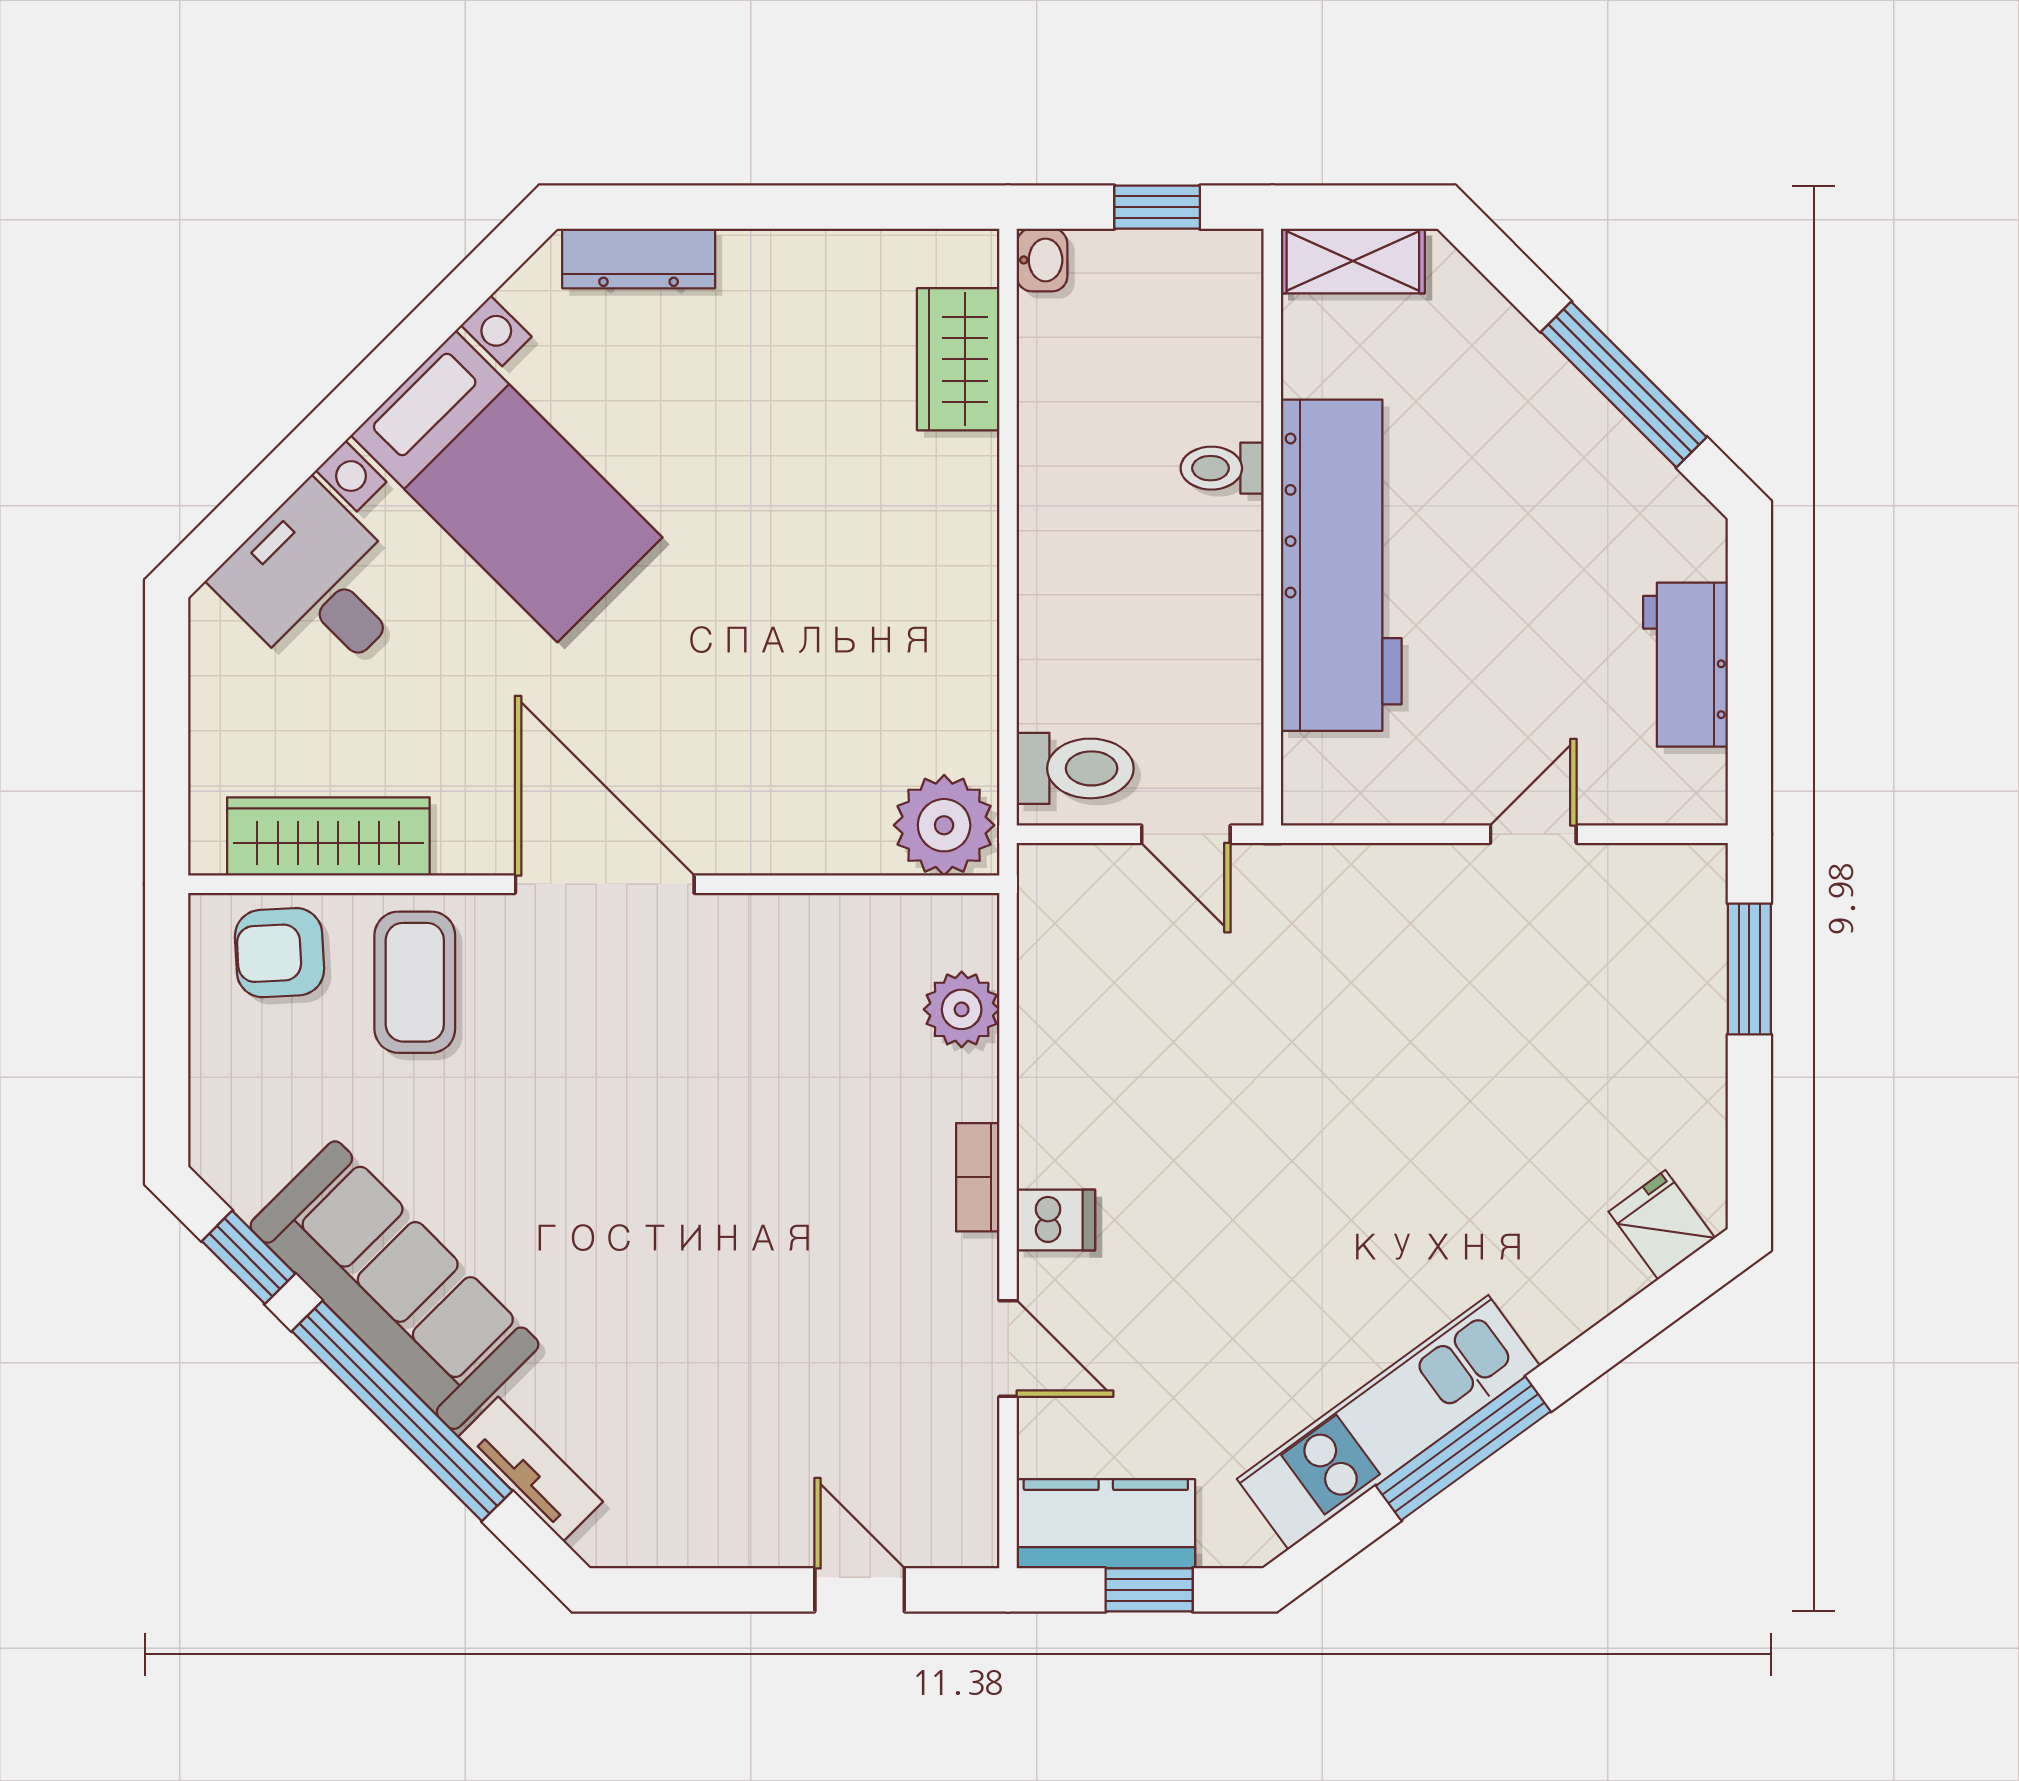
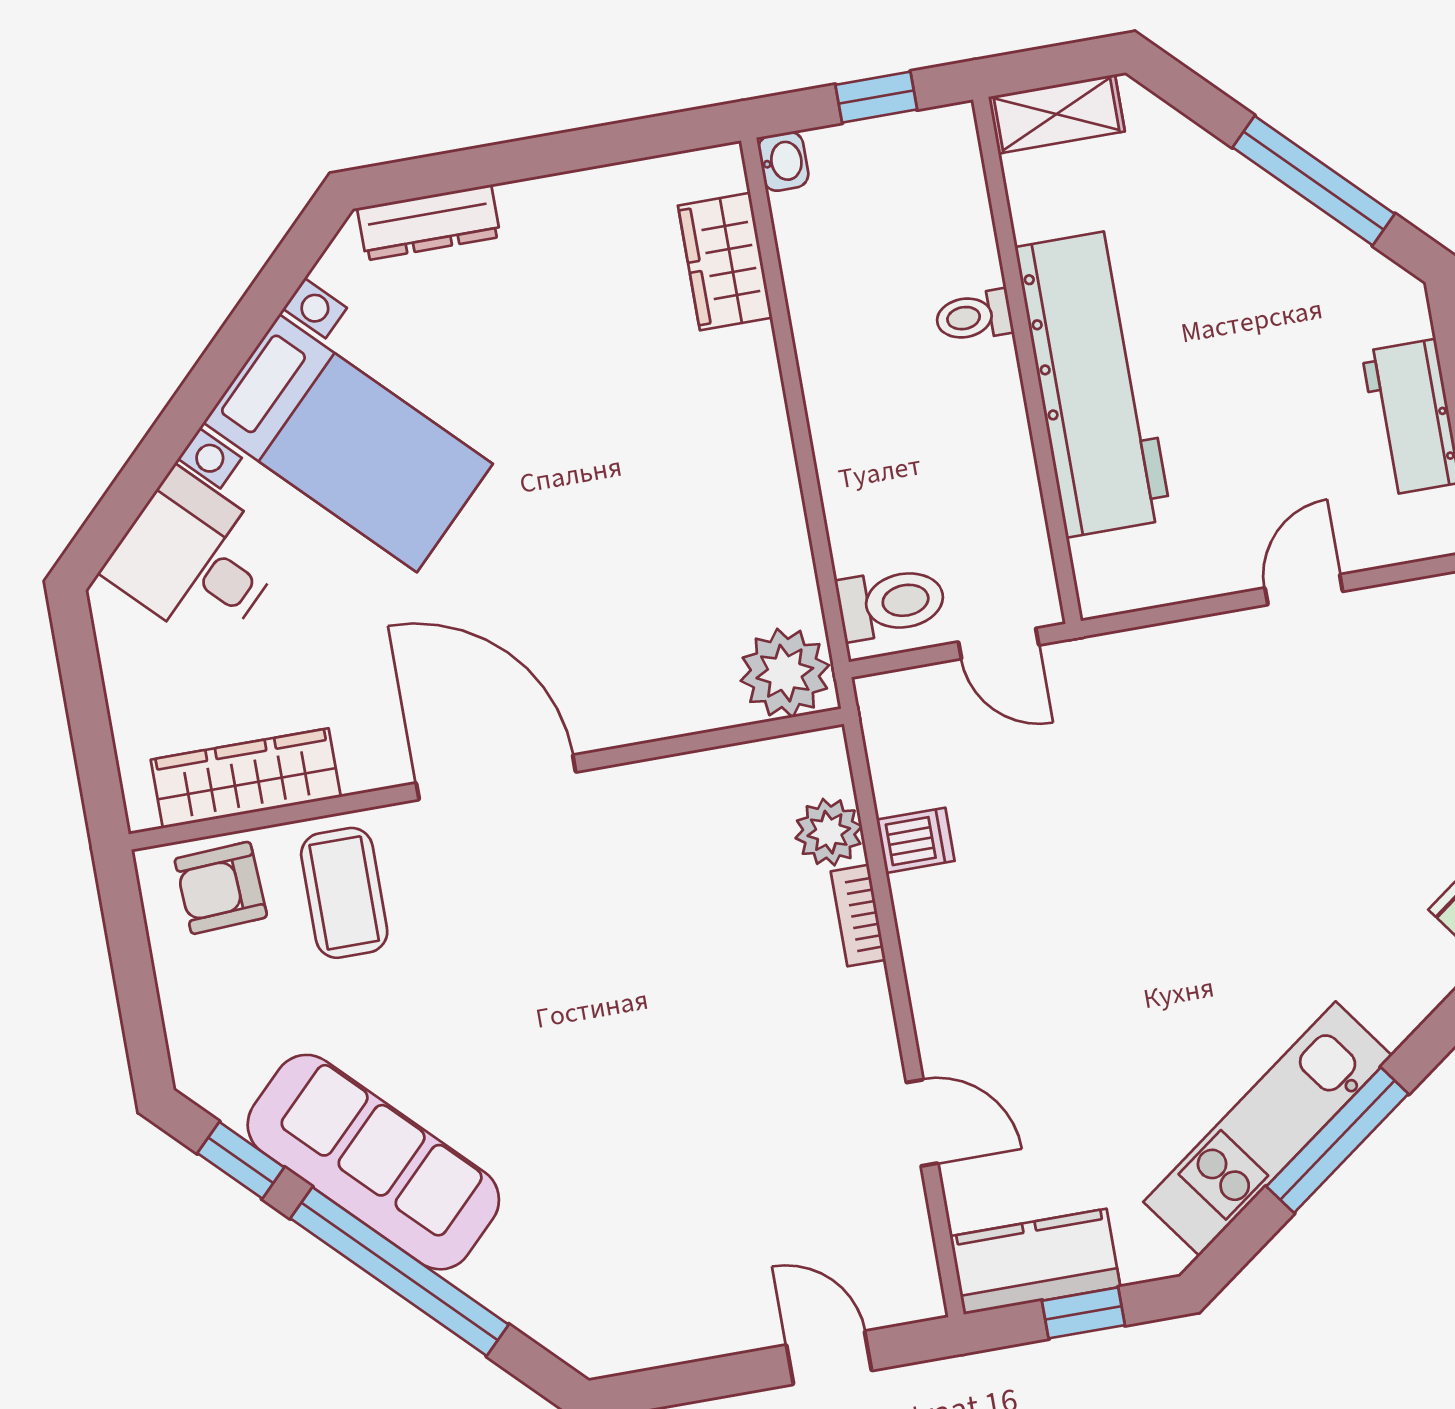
bookcase: (978, 1177) -> (858, 916), moved
dishwasher: (1056, 1220) -> (916, 840), moved
tv unit: (531, 1469) -> (521, 1303), removed

